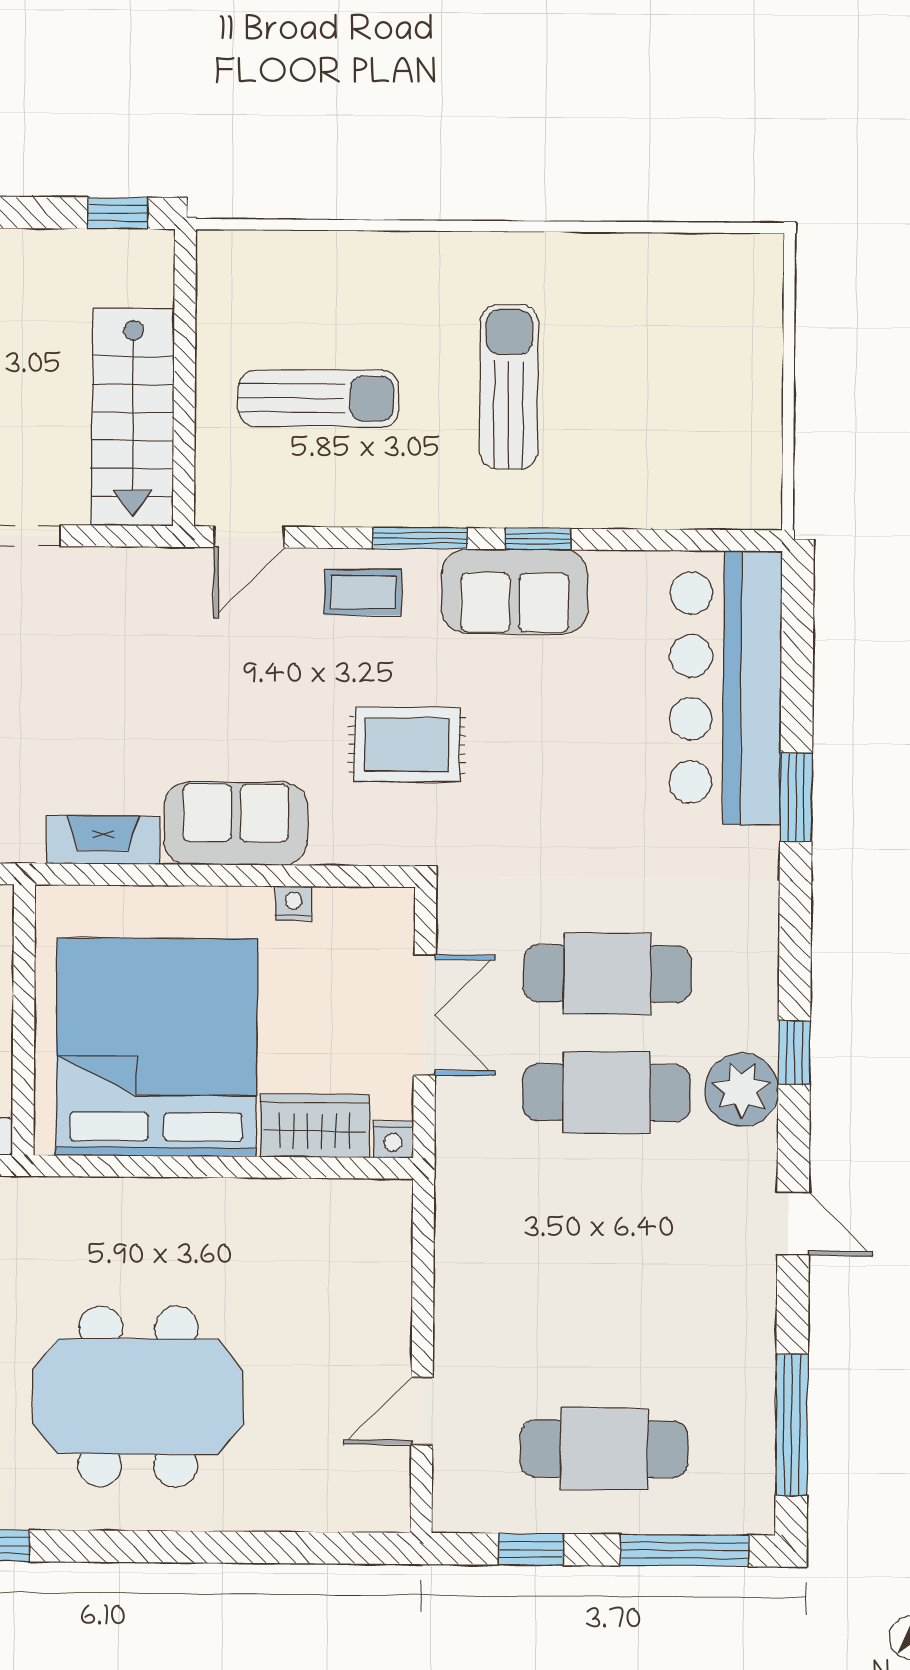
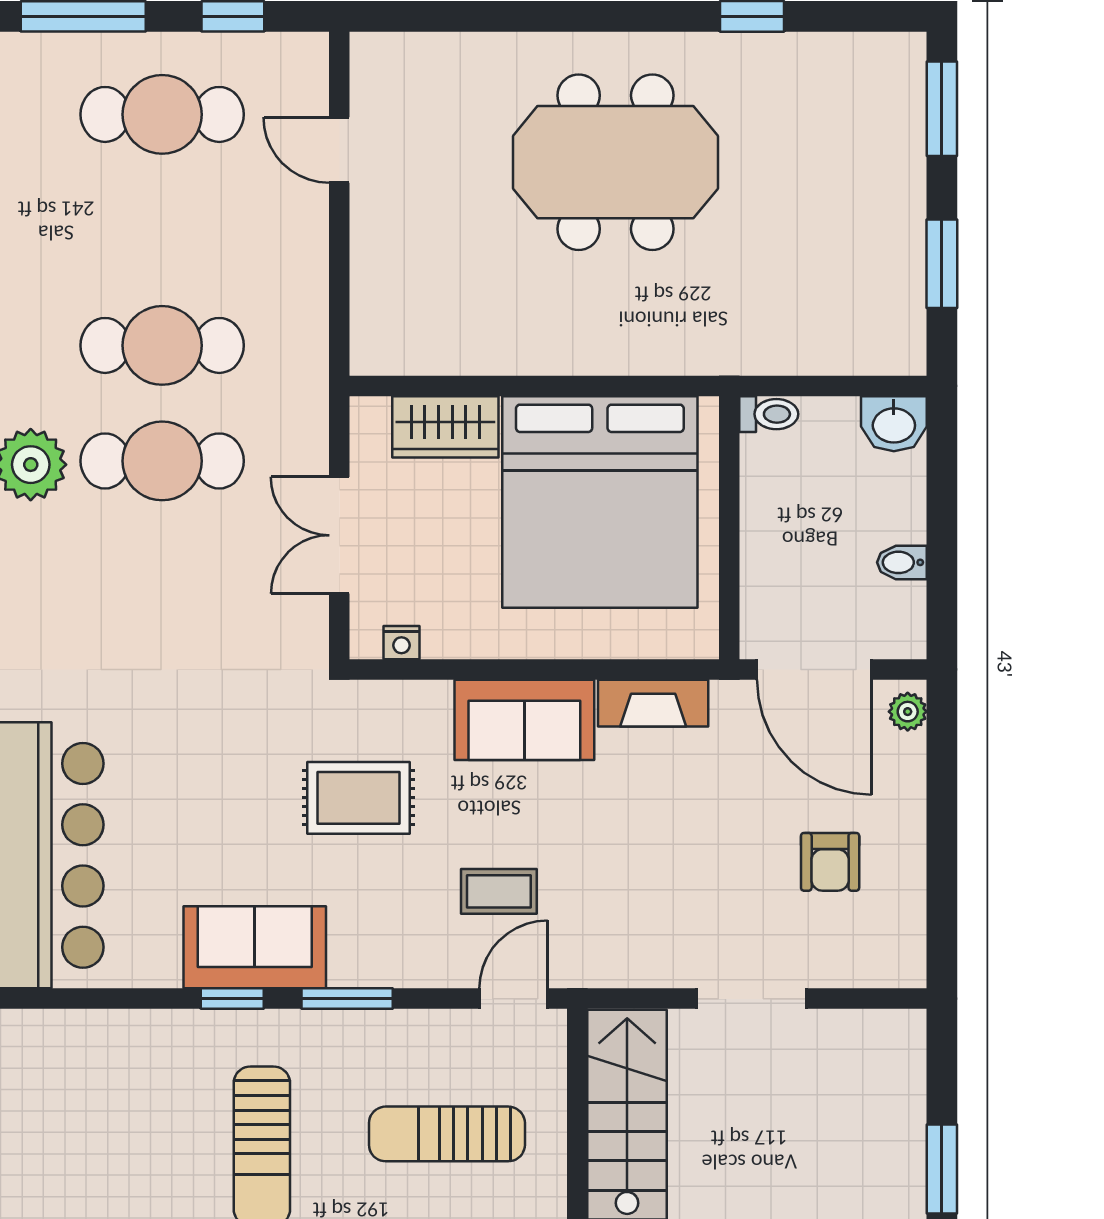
coffee table: (363, 592) -> (499, 891), moved
nightstand: (293, 904) -> (401, 643), moved
cafe table: (607, 974) -> (162, 345), moved
nightstand: (393, 1139) -> (369, 414), removed
door: (422, 1411) -> (339, 150), swing flipped

